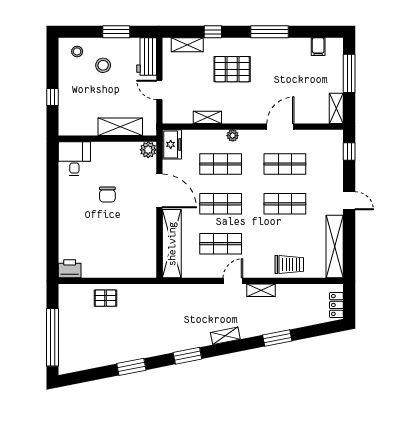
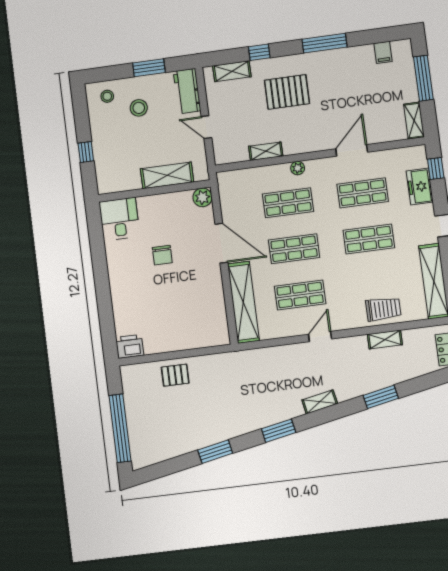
freezer: (172, 144) -> (420, 187), moved, turned 180
shelving: (261, 290) -> (385, 339), moved

